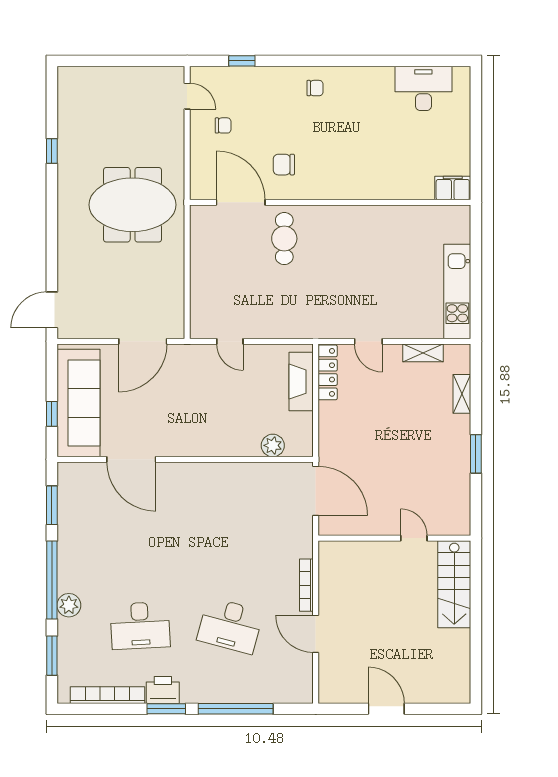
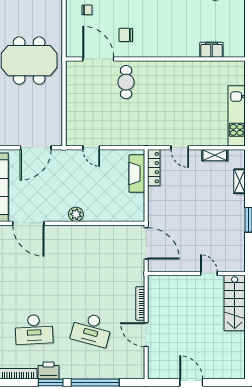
filing cabinet: (453, 188) -> (211, 50), moved
plant: (273, 445) -> (76, 214), moved

